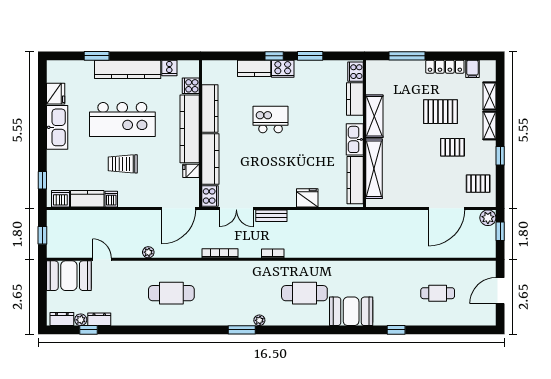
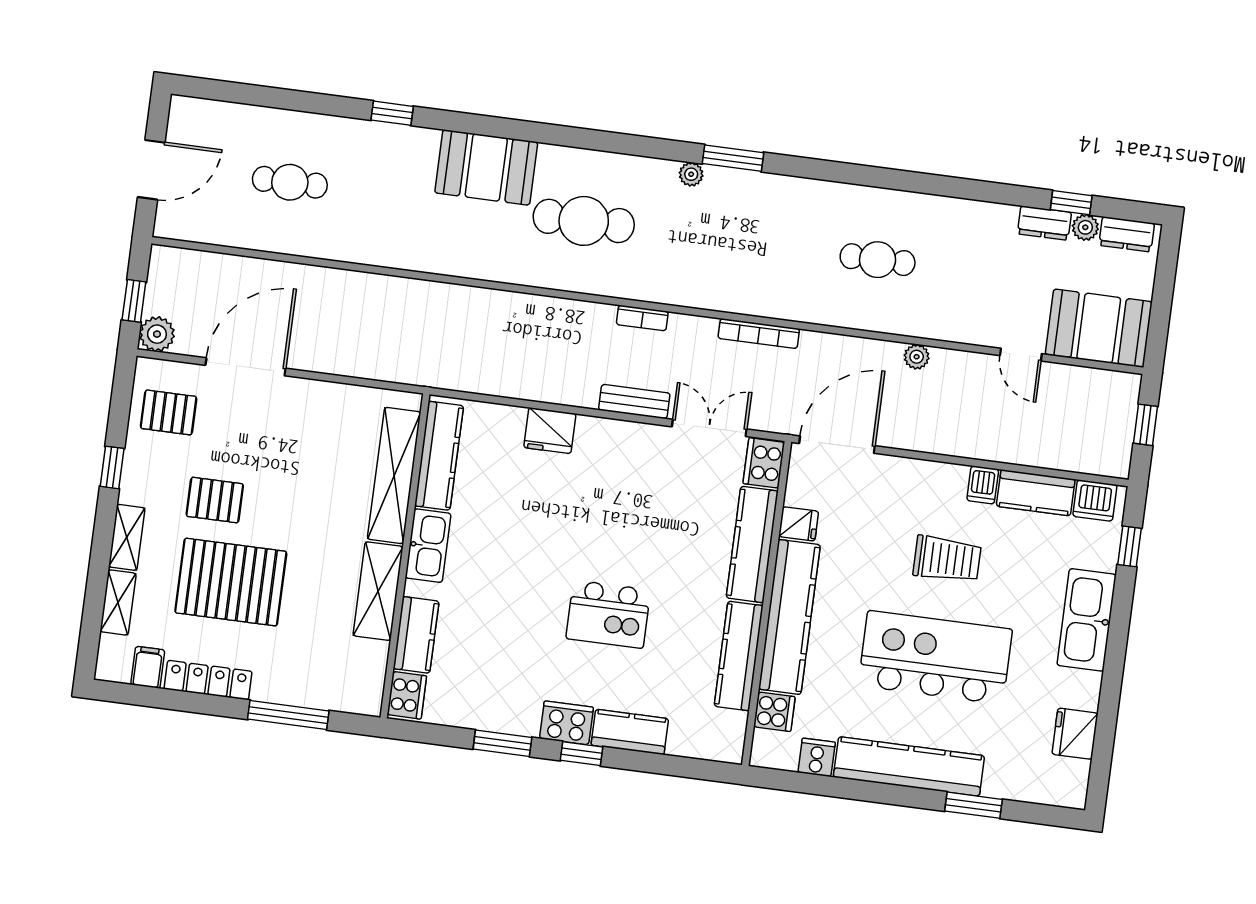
pallet: (440, 112) -> (231, 582), width x1.37, depth x1.41
kitchen sink: (57, 127) -> (1087, 620), moved
cafe table: (171, 293) -> (878, 260), width x0.73, depth x0.74

